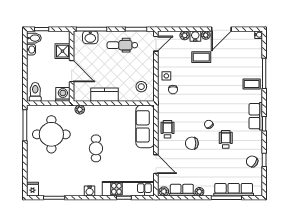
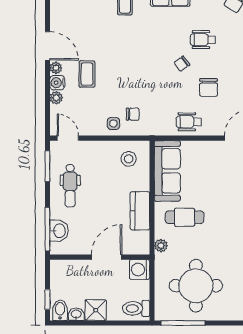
shower: (62, 51) -> (96, 310), moved
sofa: (145, 126) -> (167, 171), moved, turned -90
cafe table: (96, 148) -> (185, 217), moved

